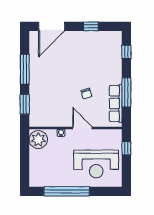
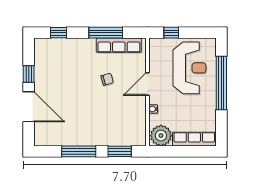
door: (52, 26) -> (29, 107), moved
row of seats: (35, 168) -> (194, 139), added
window: (67, 191) -> (221, 83), moved

